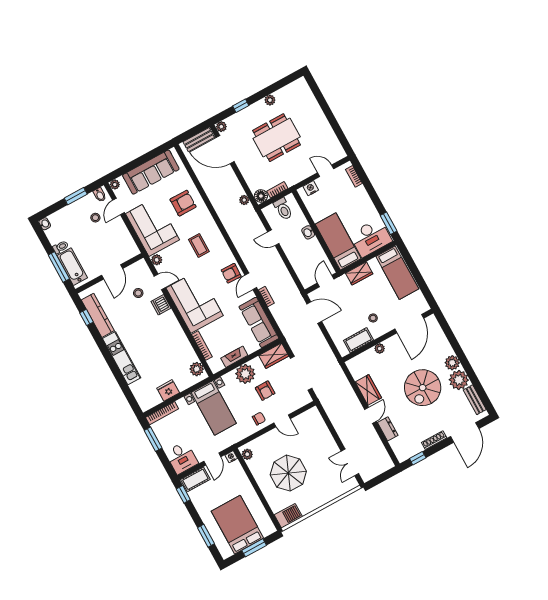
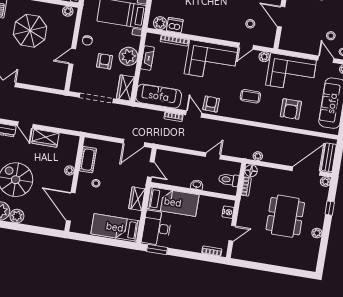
dishwasher: (161, 305) -> (175, 25), moved
armchair: (265, 391) -> (105, 61), turned 90

